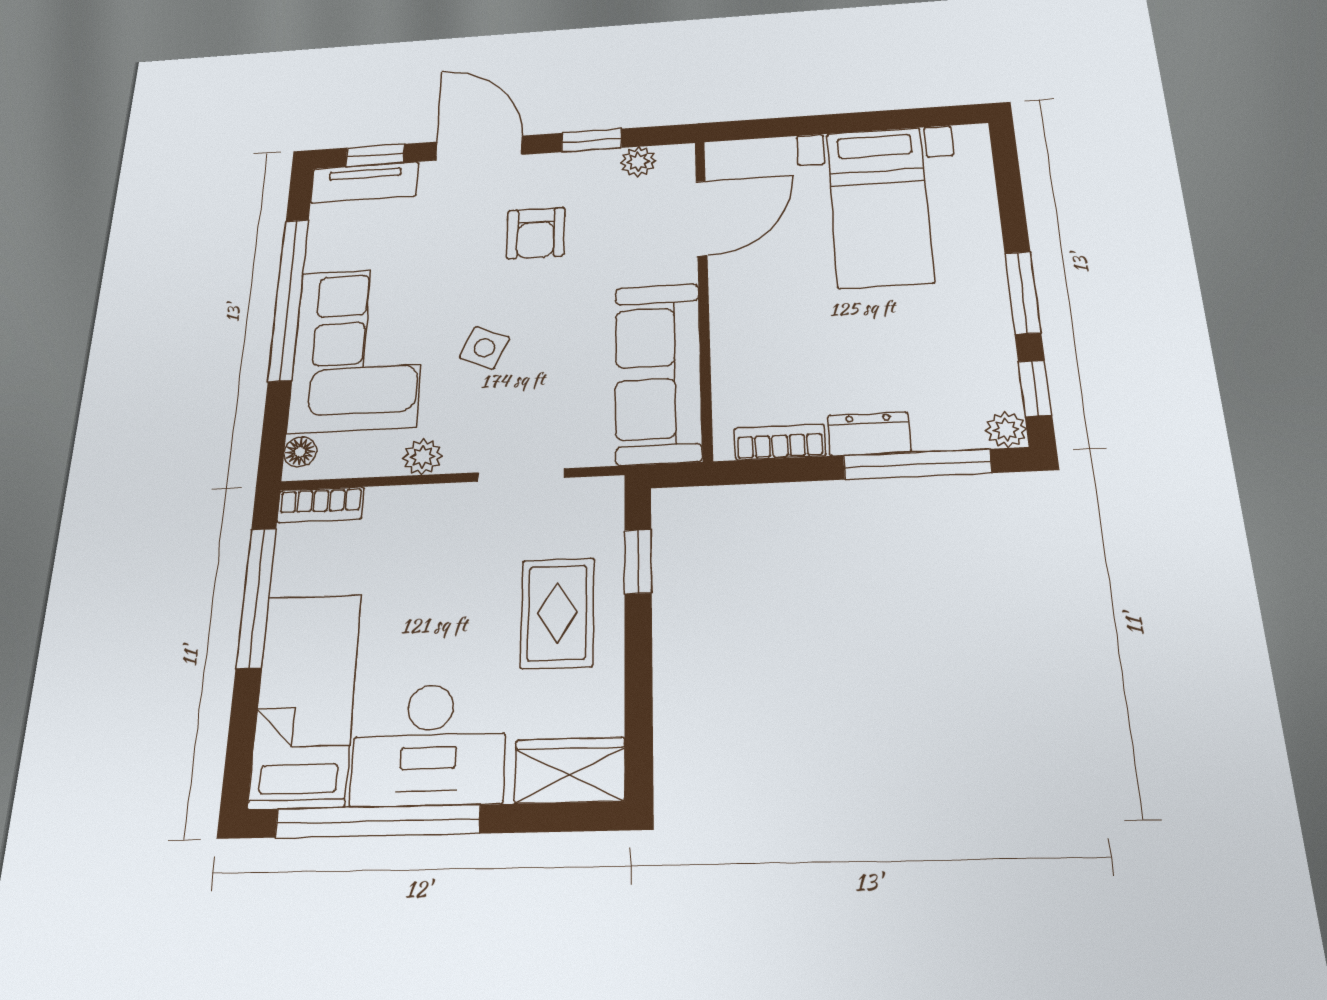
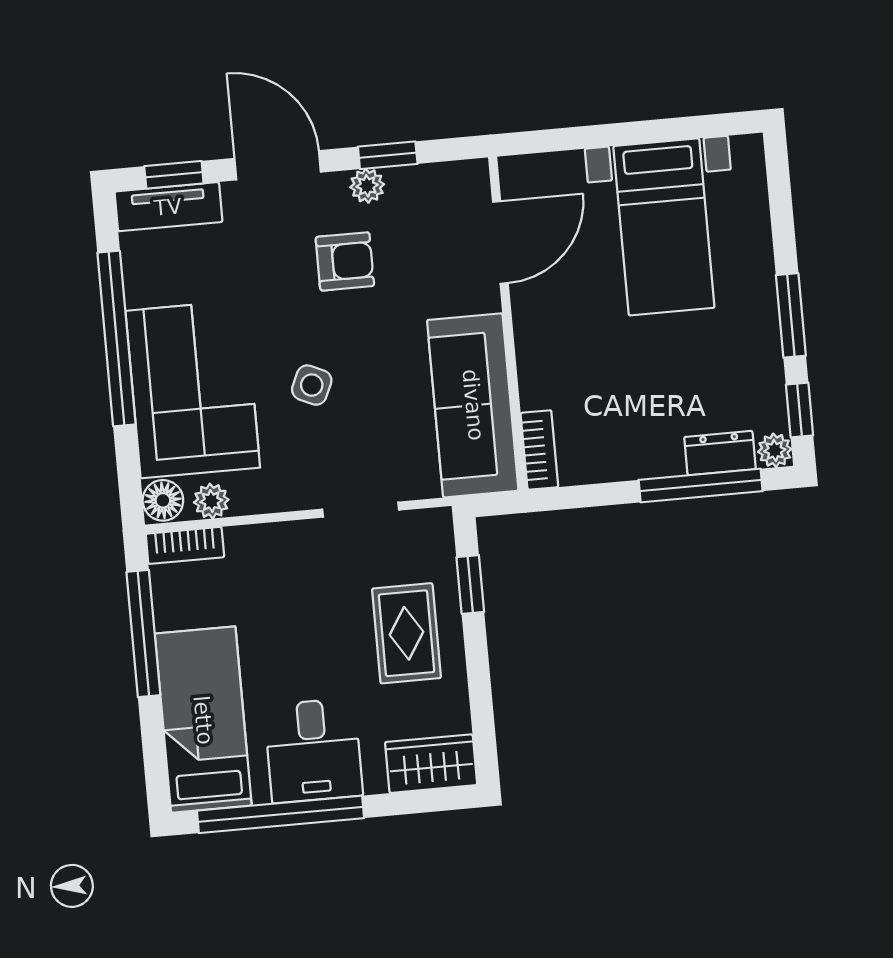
plant: (638, 162) -> (367, 186), moved
armchair: (536, 233) -> (345, 261), turned -90
dresser: (869, 434) -> (720, 453), moved
bookcase: (780, 442) -> (539, 450), moved, turned 90
floor lamp: (300, 452) -> (163, 500), width x1.37, depth x1.37
plant: (423, 457) -> (211, 501), moved
desk: (429, 745) -> (313, 750), width x0.73

